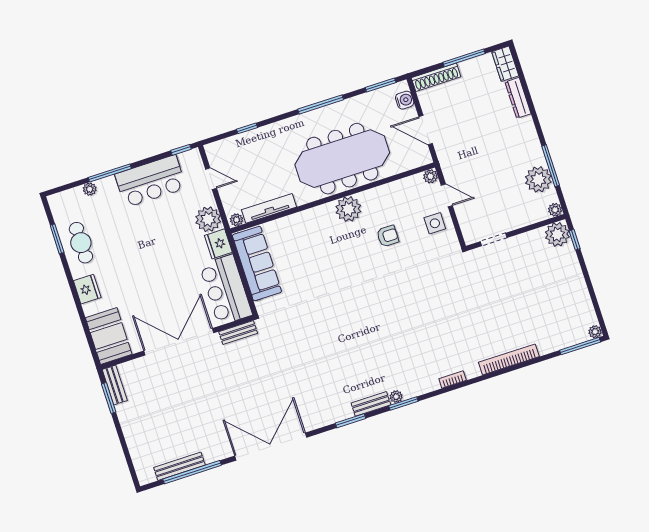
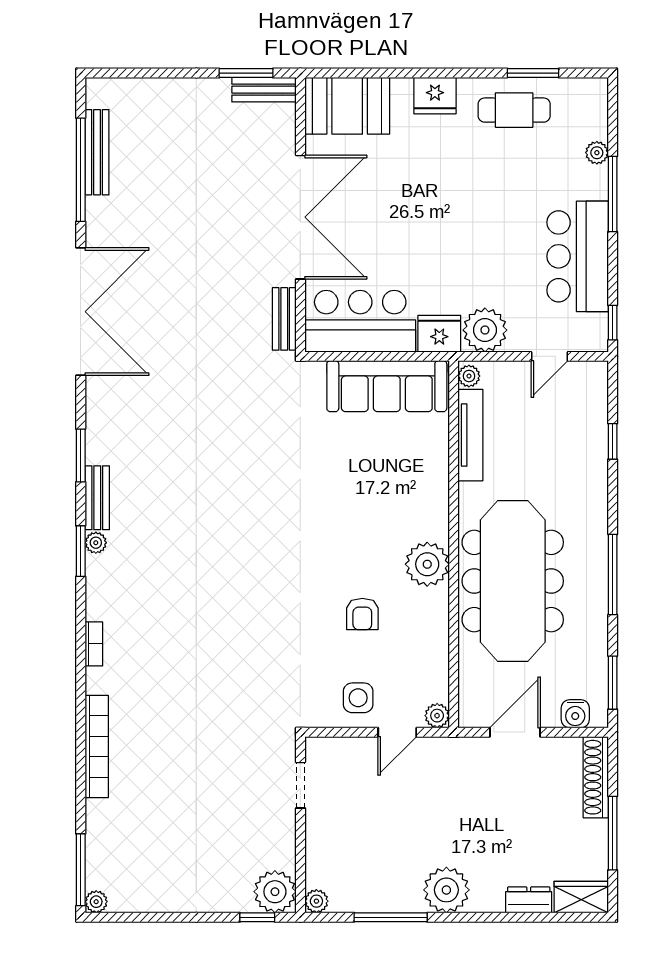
dresser: (518, 98) -> (529, 900), width x0.70
plant: (538, 179) -> (446, 890), moved

